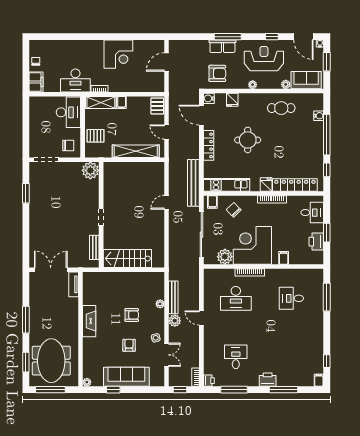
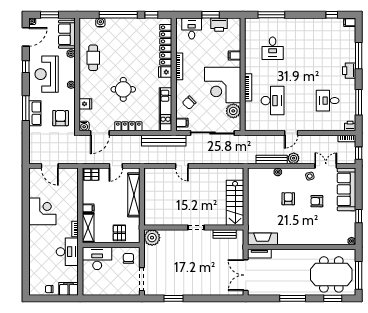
fireplace: (89, 321) -> (263, 239), moved
sofa: (126, 377) -> (346, 189), moved

